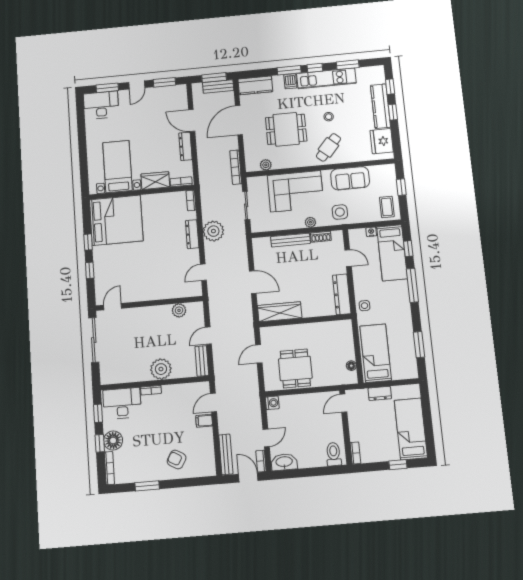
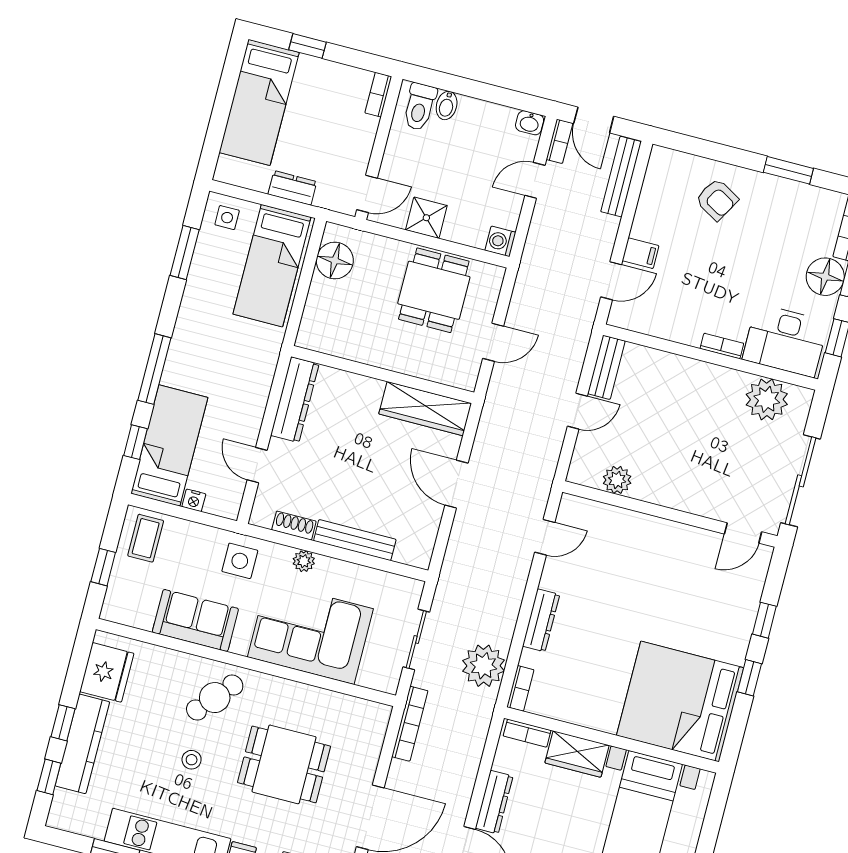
plant: (266, 165) -> (349, 707), removed
plant: (213, 231) -> (484, 666), moved
side table: (364, 306) -> (227, 218), moved
floor lamp: (351, 366) -> (335, 261), width x1.89, depth x1.89
plant: (161, 369) -> (767, 399), moved
shower: (311, 402) -> (426, 218), added
bidet: (321, 459) -> (447, 105), added
washbasin: (284, 462) -> (530, 123), width x0.52, depth x0.69

